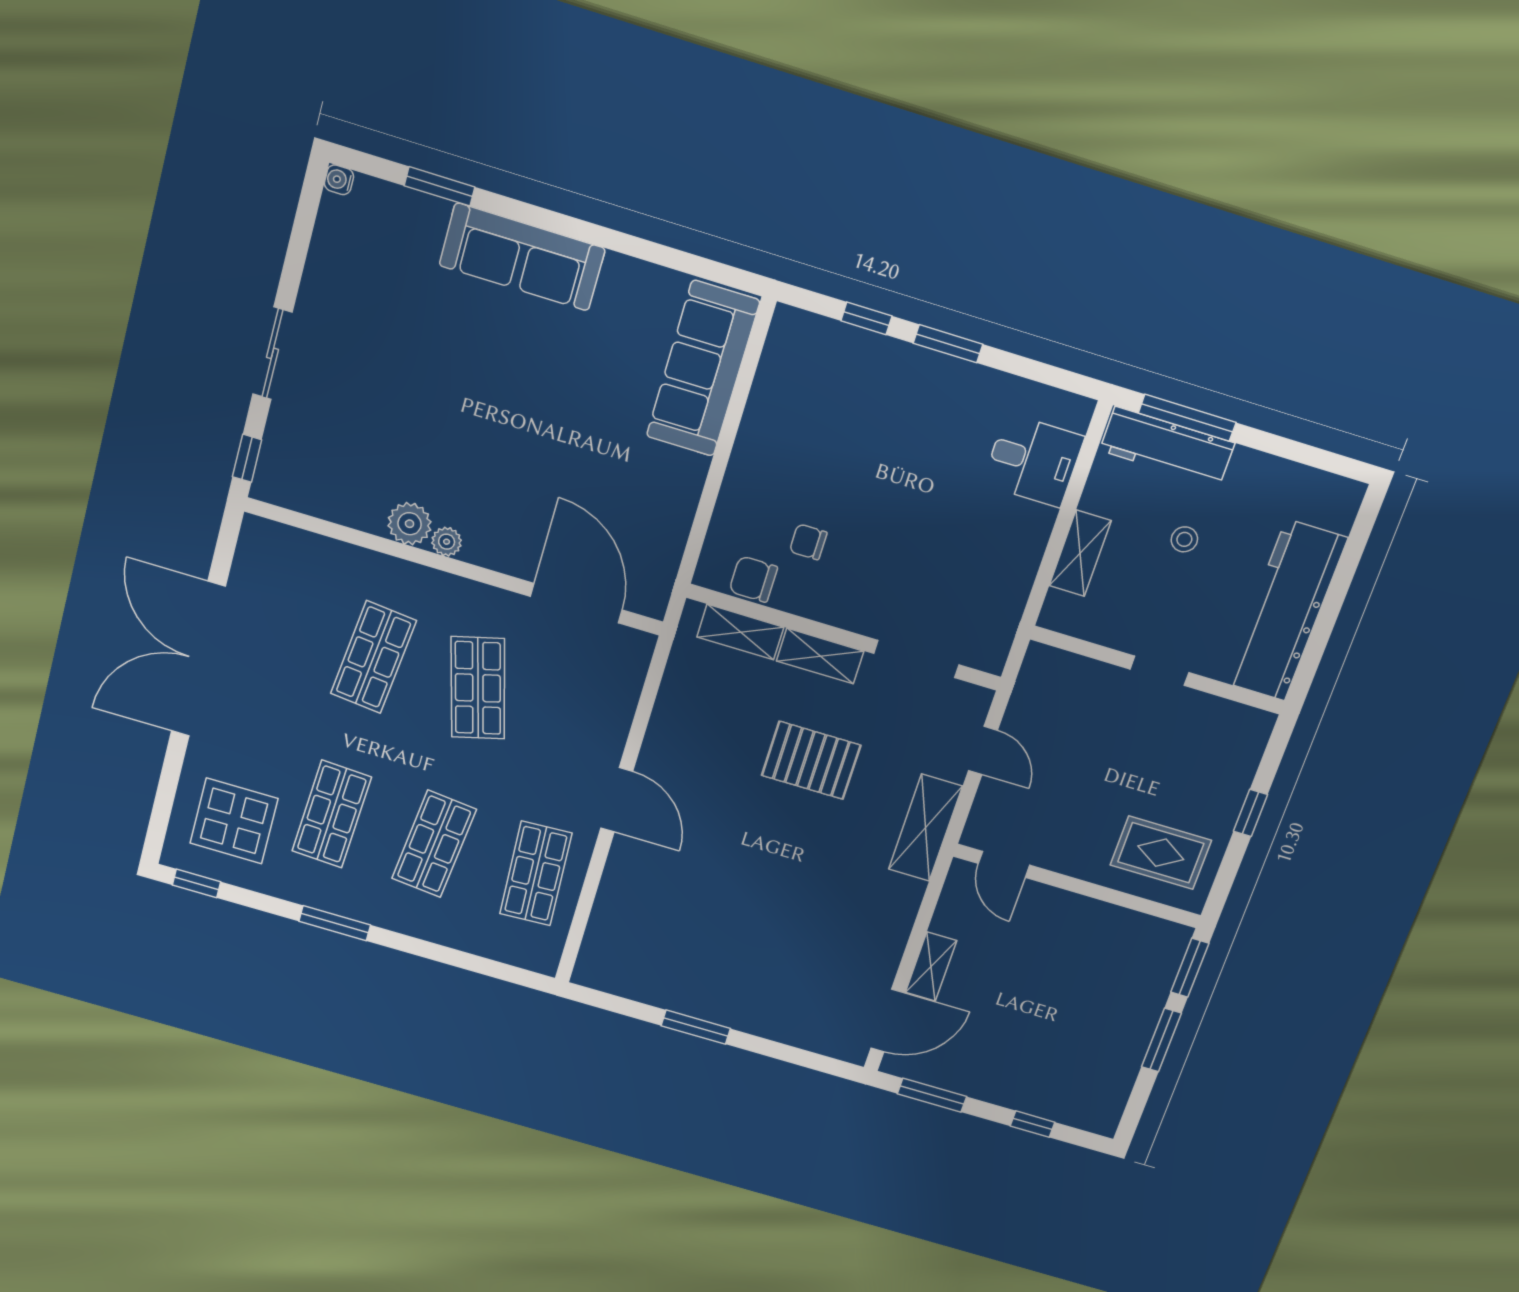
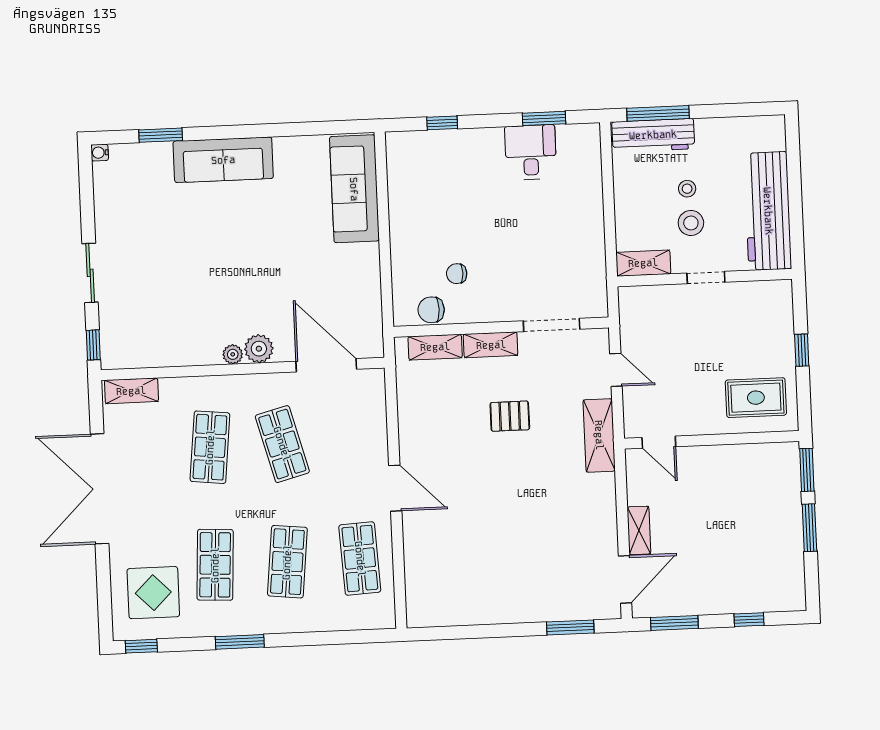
window: (948, 344) -> (544, 118), moved
desk: (1033, 460) -> (531, 152), moved, turned -90
plant: (410, 524) -> (259, 349), moved
shelving: (284, 542) -> (131, 391), added
shelving: (1080, 553) -> (643, 263), moved, turned 90
stool: (1170, 589) -> (691, 223), added
pallet: (811, 760) -> (510, 416), width x0.67, depth x0.71
window: (696, 1027) -> (570, 627), moved

